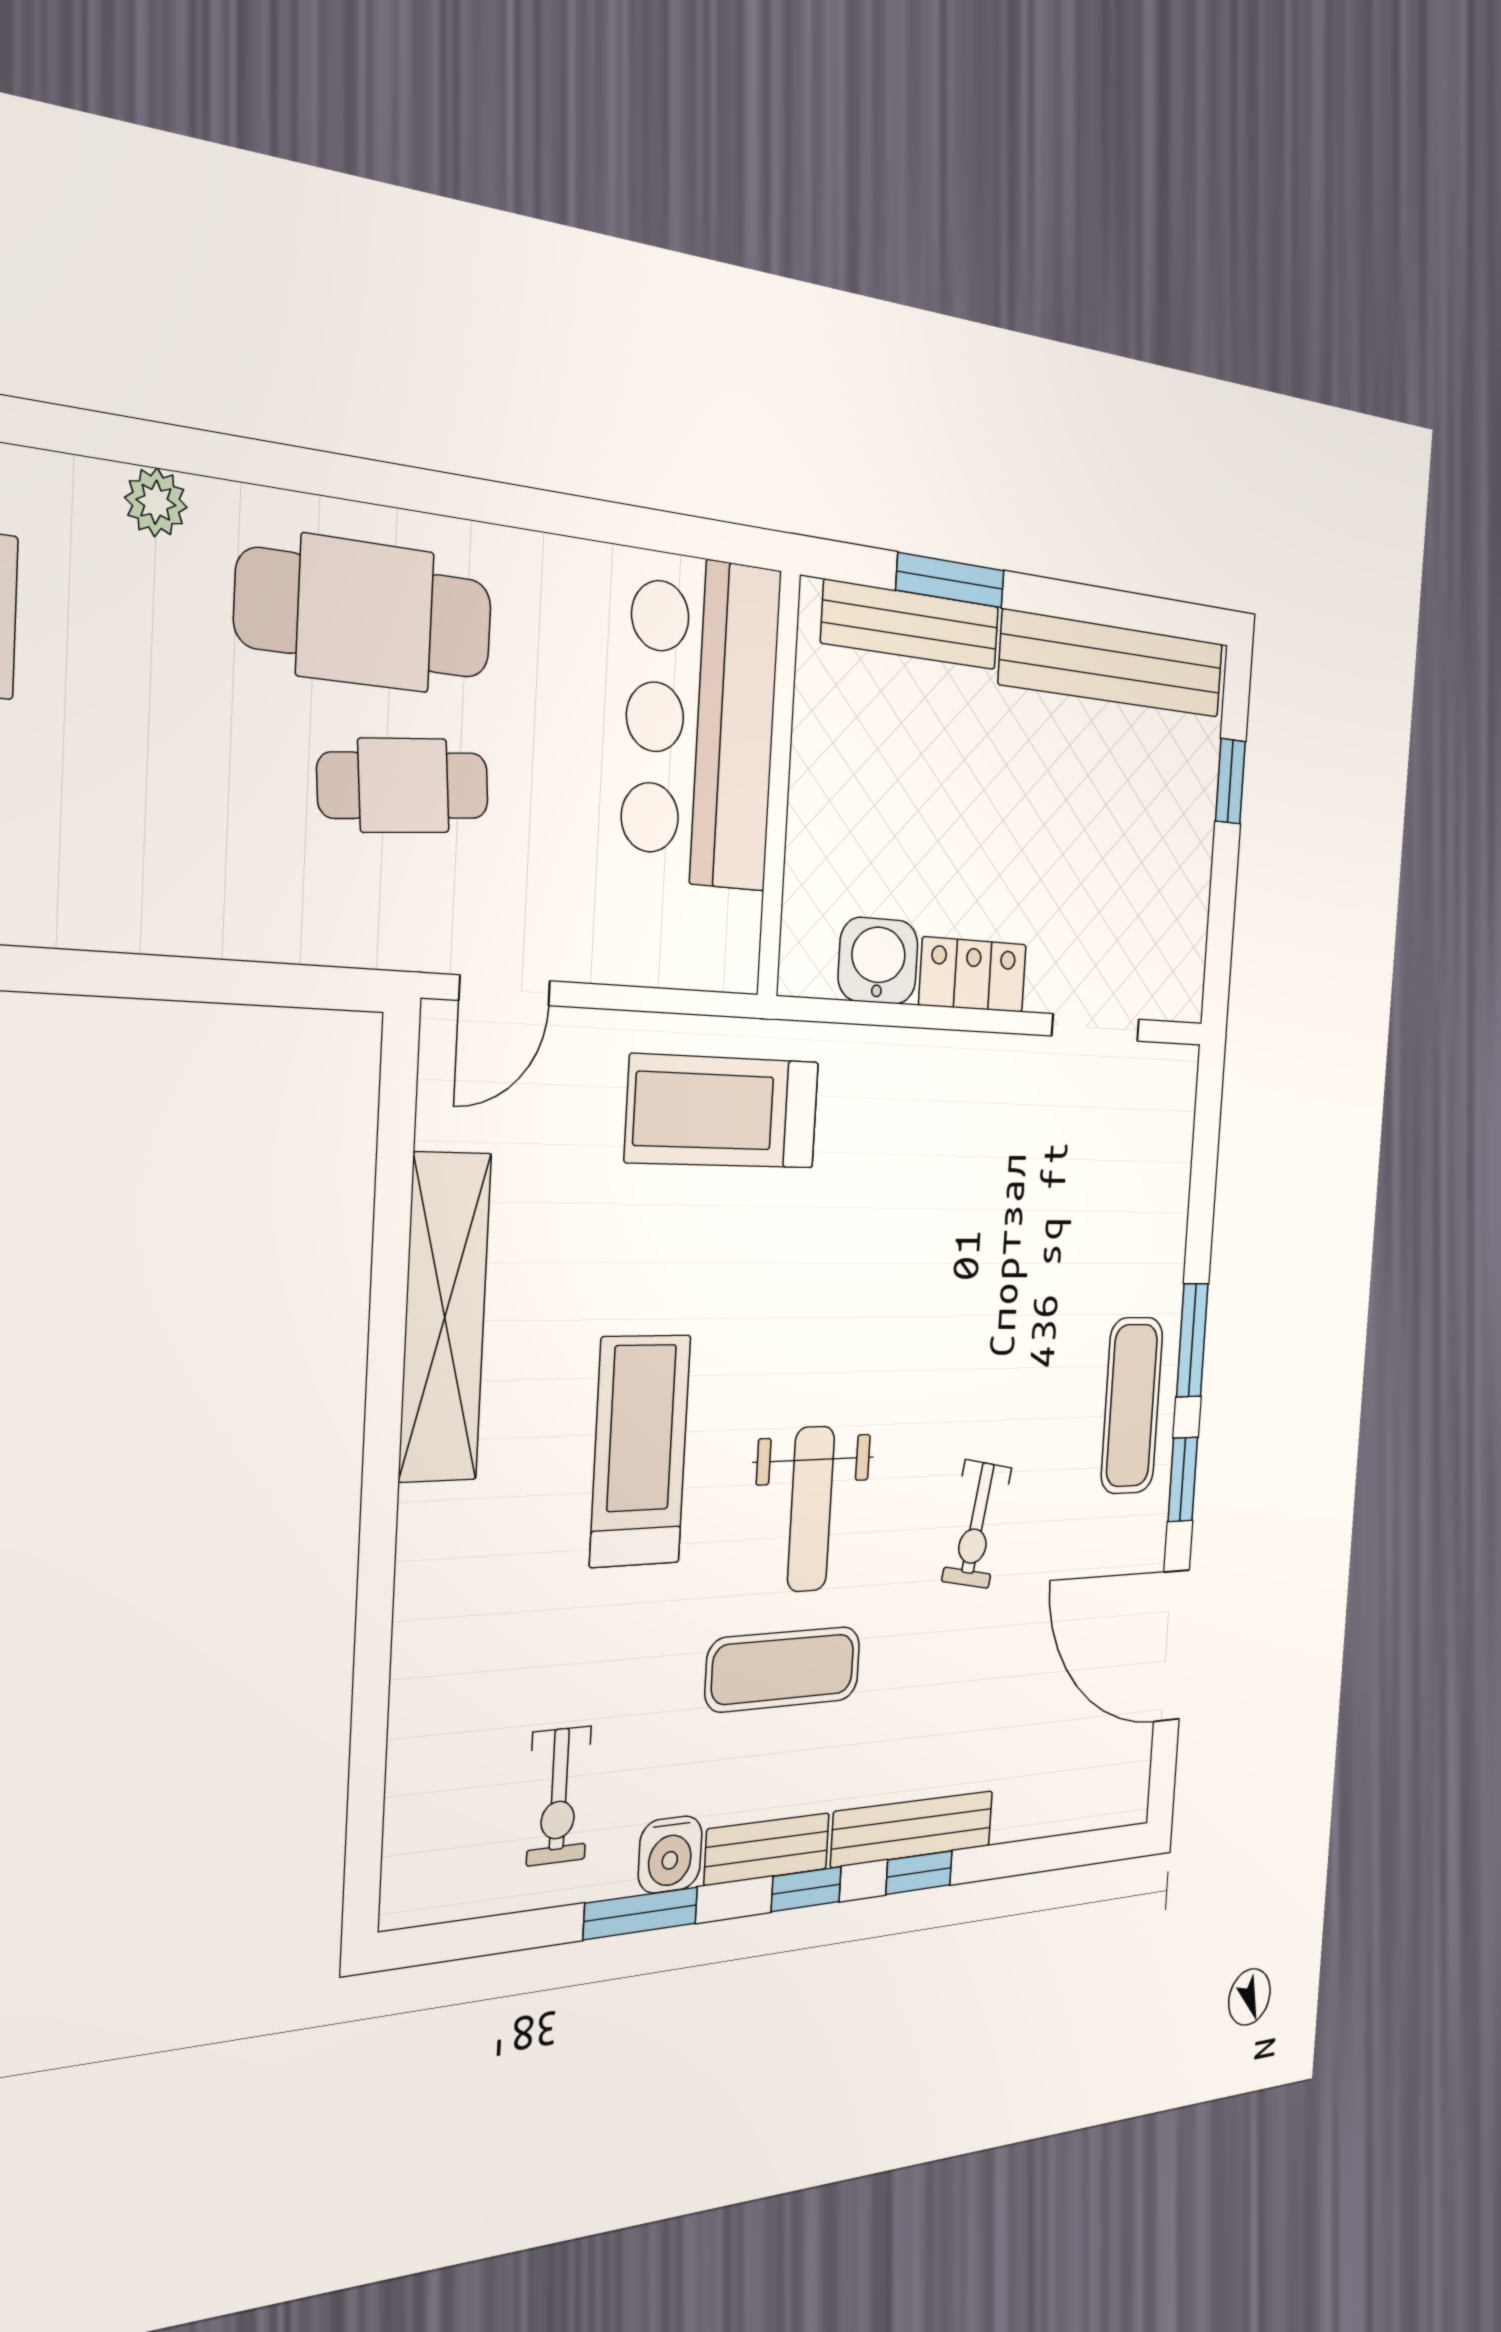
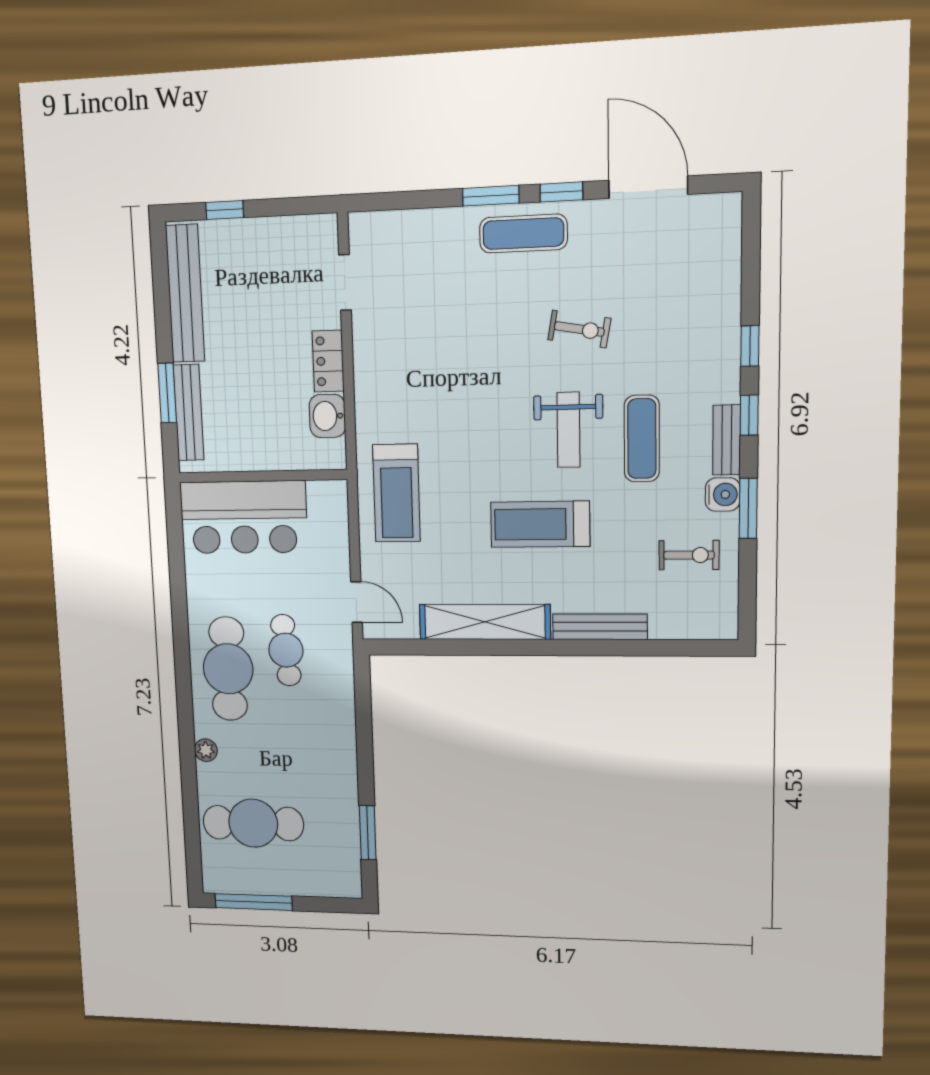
weight bench: (811, 1509) -> (568, 430), turned 90
door: (1171, 1646) -> (648, 187), swing flipped
bench: (913, 1829) -> (600, 627), moved, turned 90

